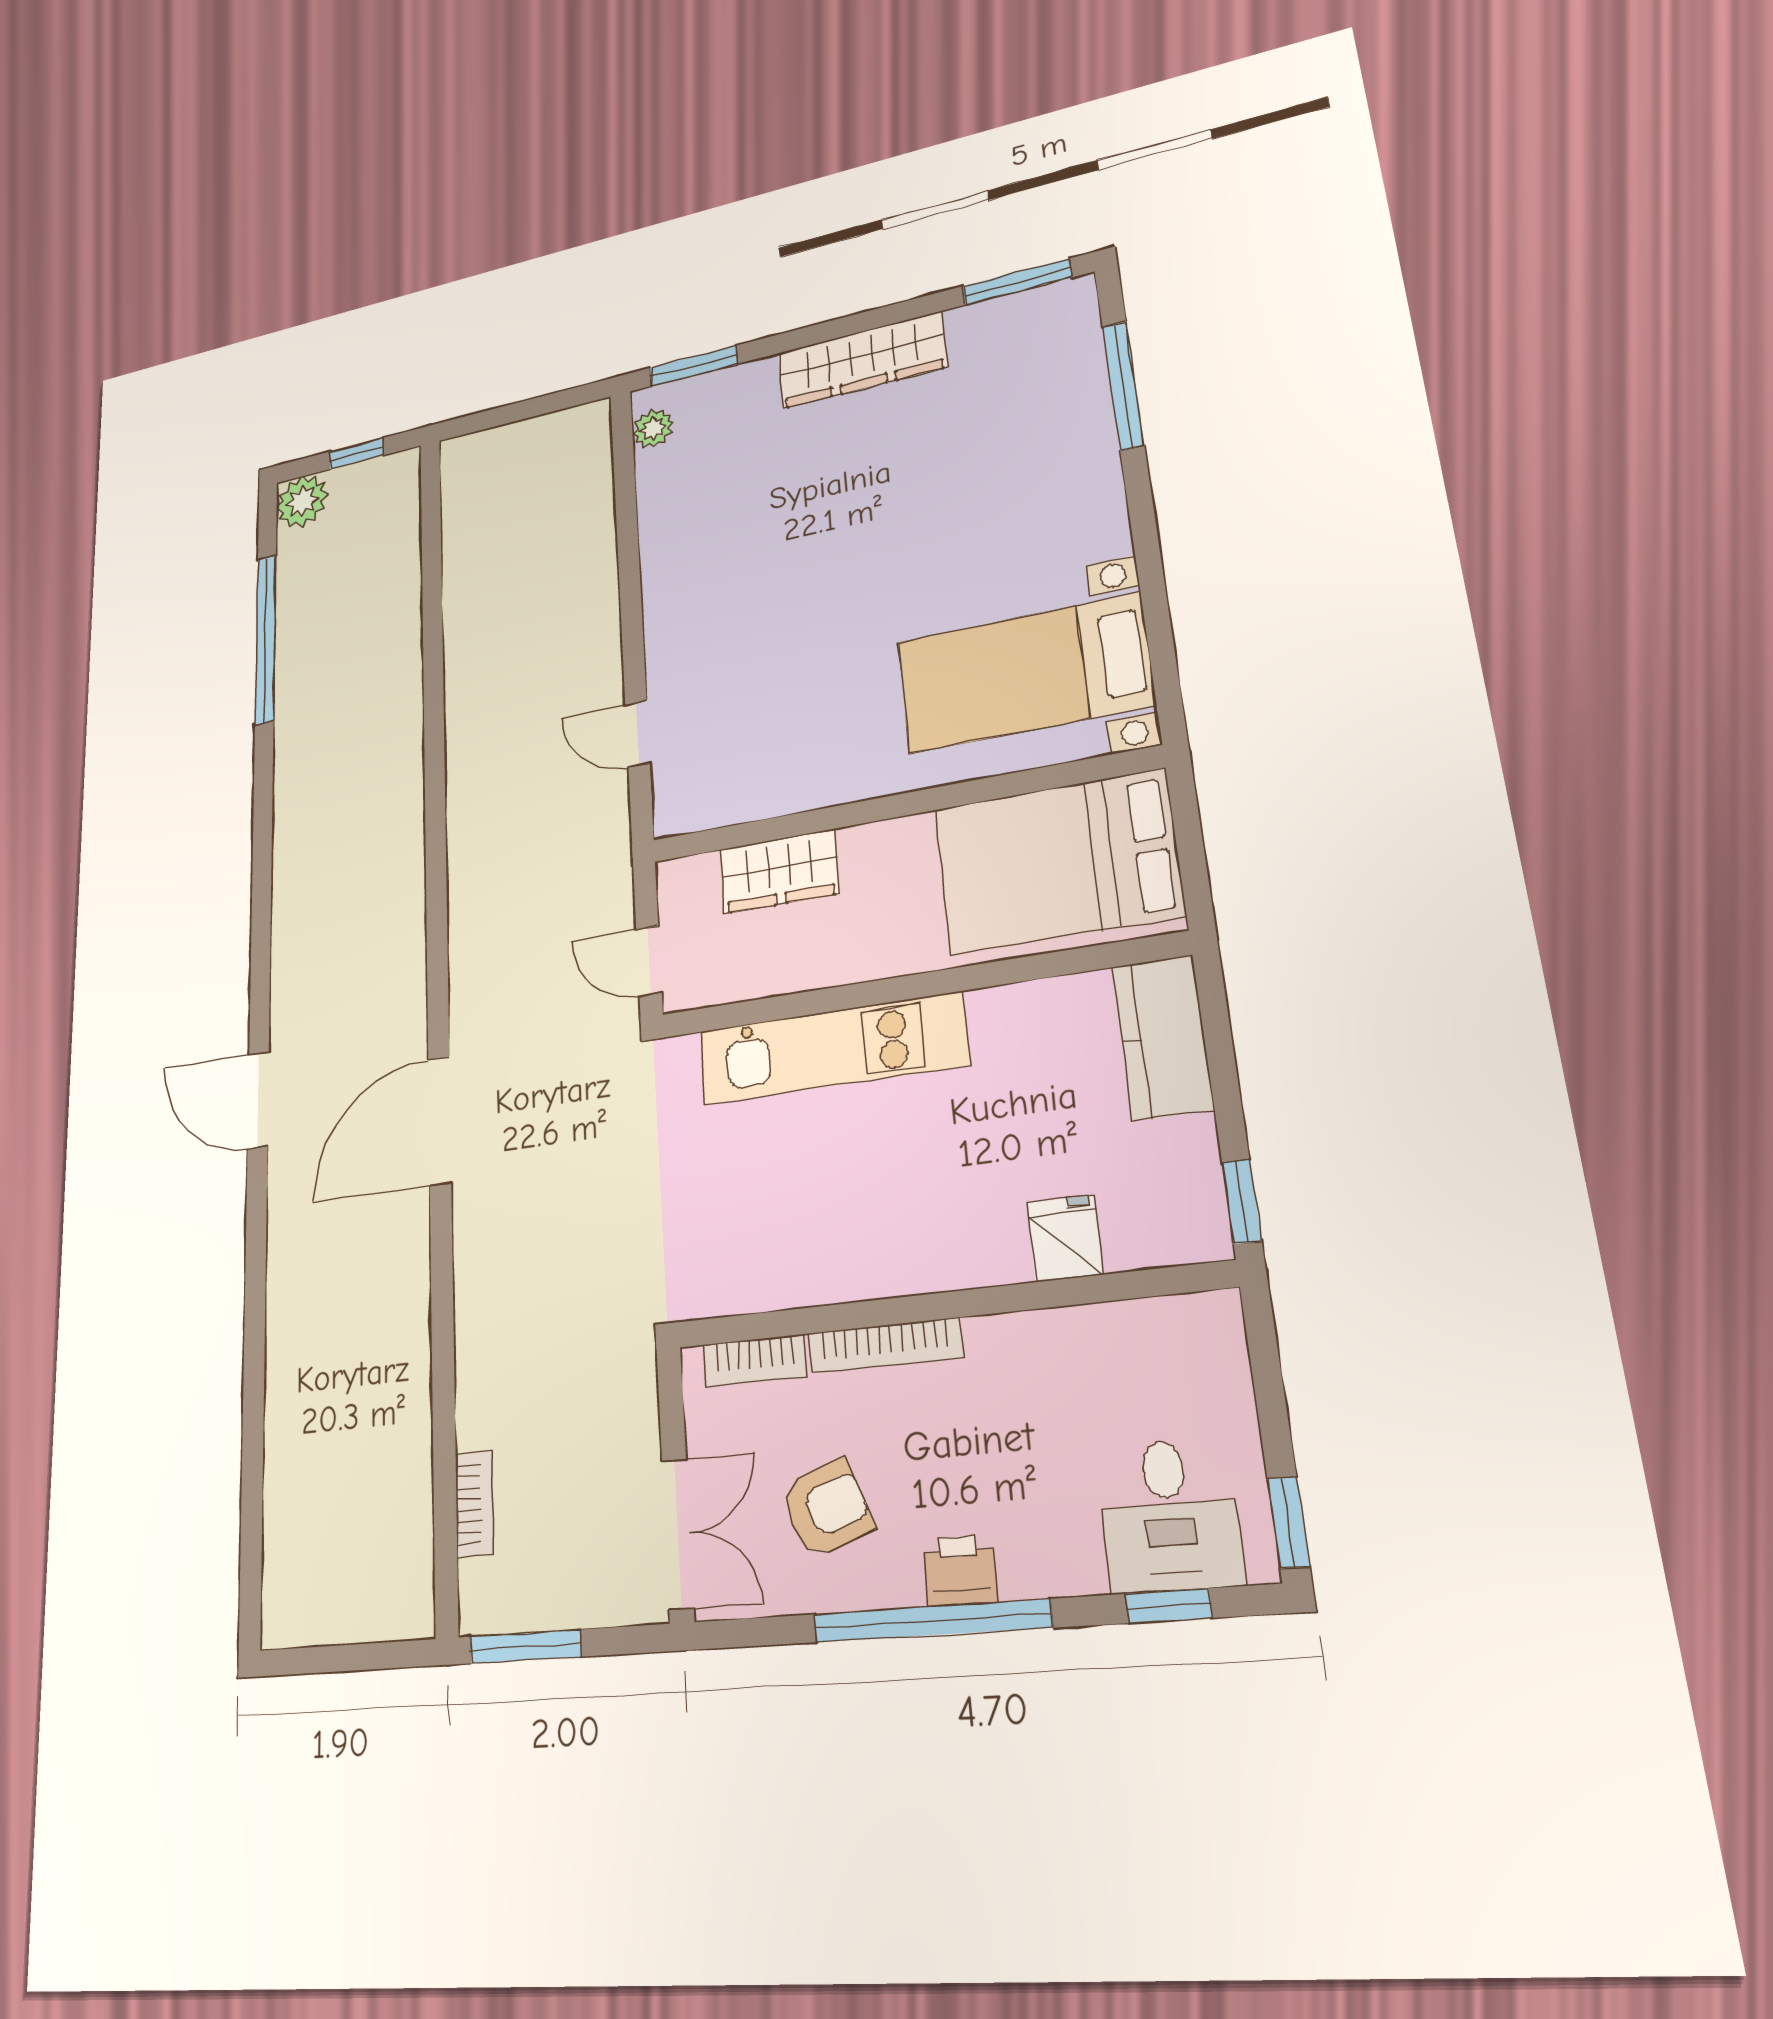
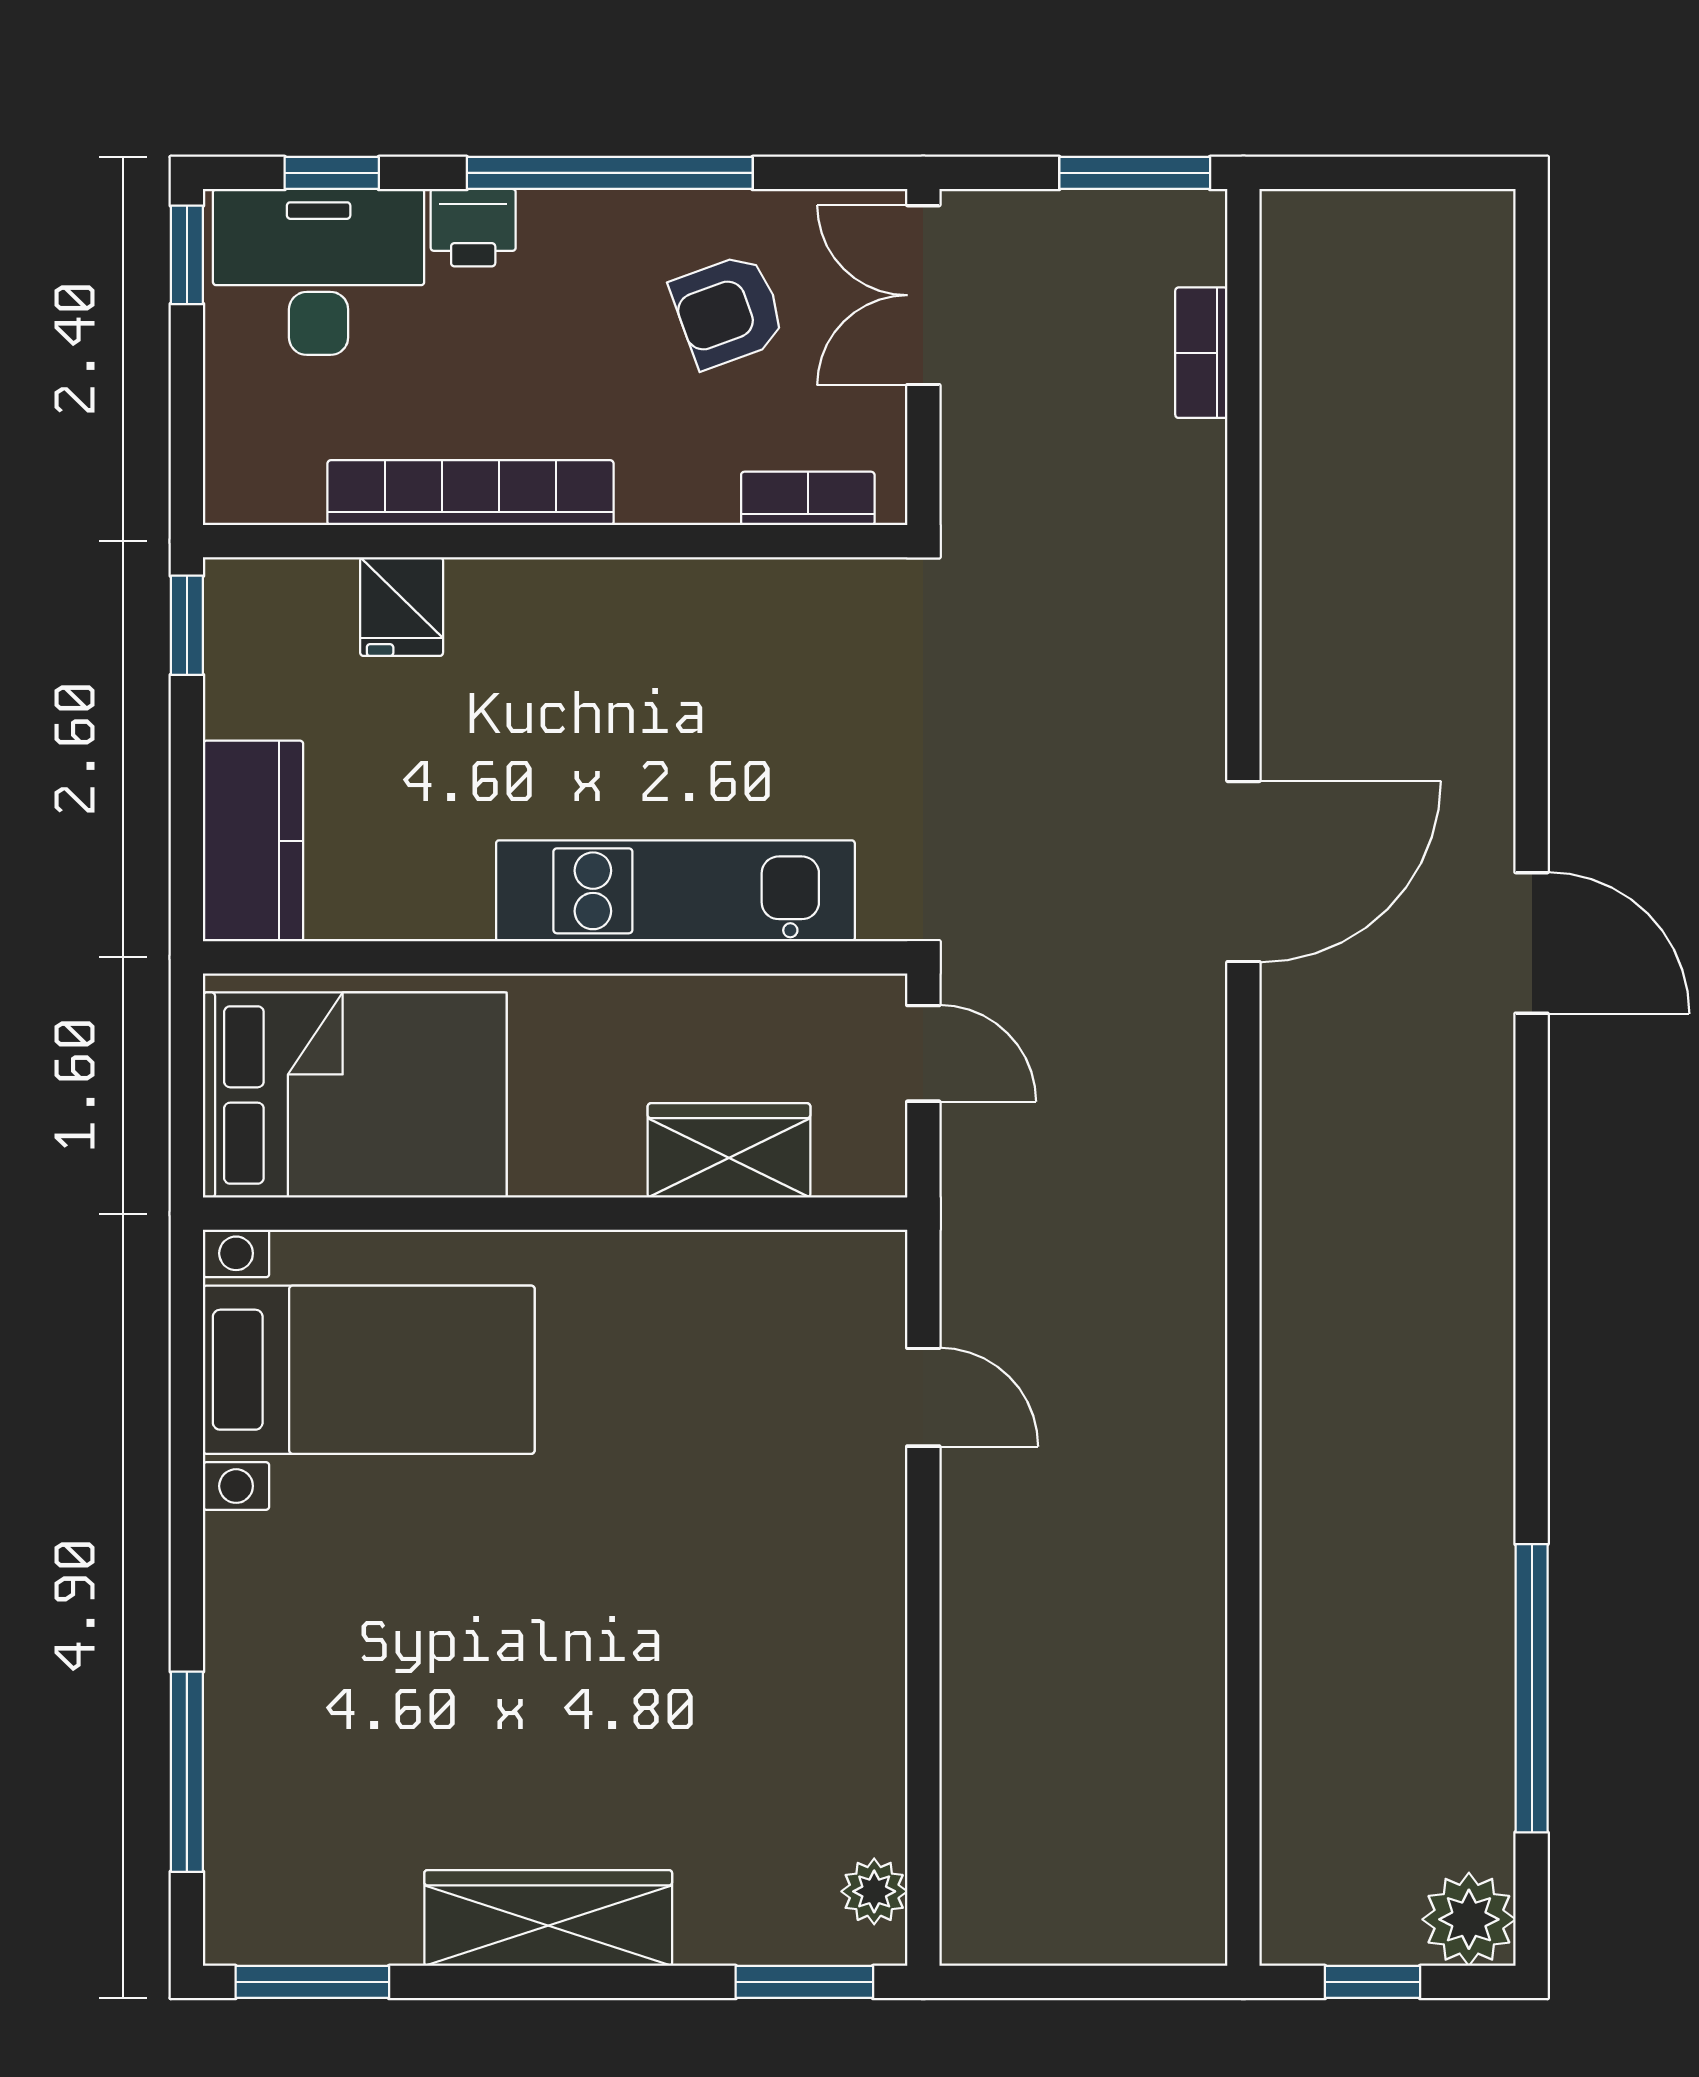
bookcase: (885, 1345) -> (471, 493), moved, width x1.48, depth x1.31
desk: (1169, 1516) -> (319, 272), width x1.37
printer: (960, 1570) -> (473, 228), moved

